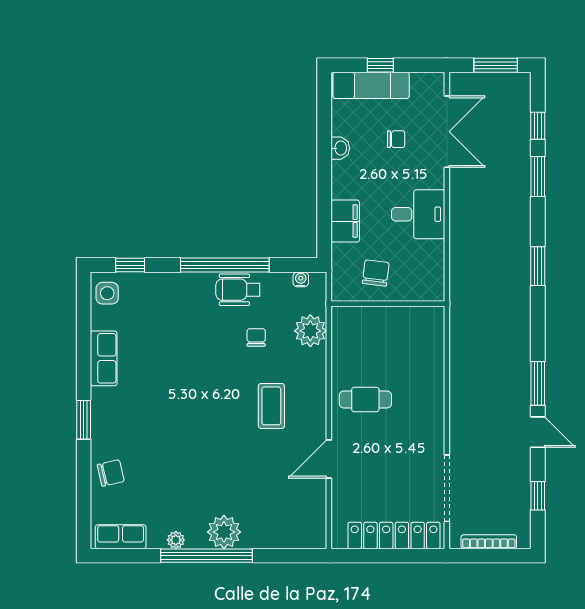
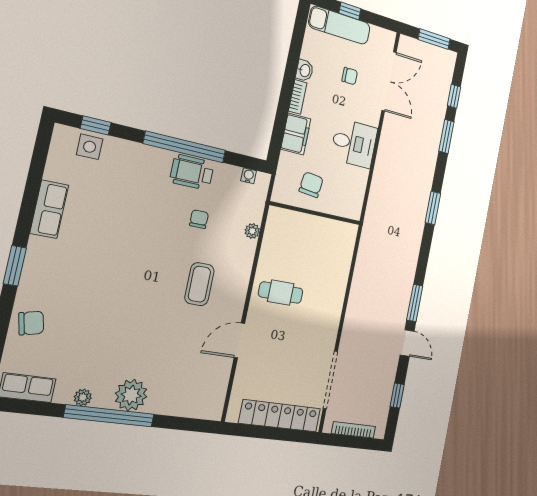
bookcase: (339, 180) -> (298, 97), added
side table: (107, 293) -> (90, 147), moved
plant: (310, 331) -> (252, 231), width x0.53, depth x0.53

